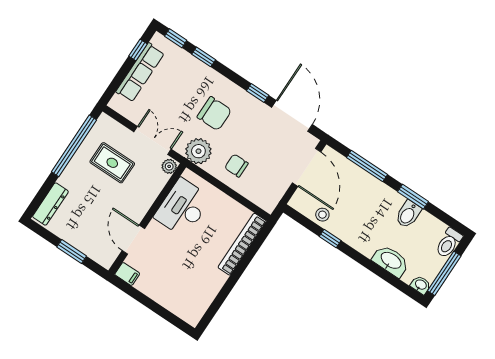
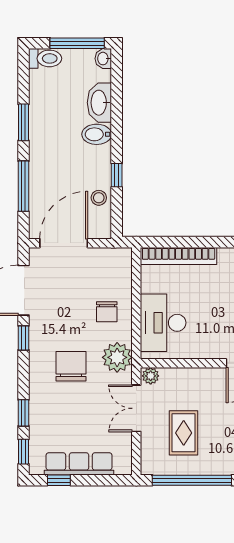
desk: (183, 208) -> (163, 323), moved, turned 90
bidet: (408, 214) -> (97, 134), moved, turned 180

